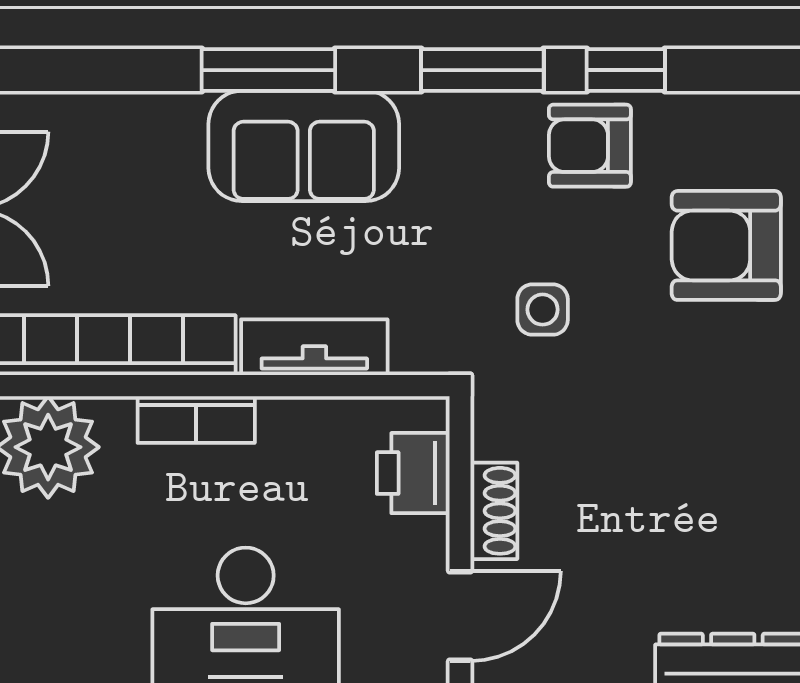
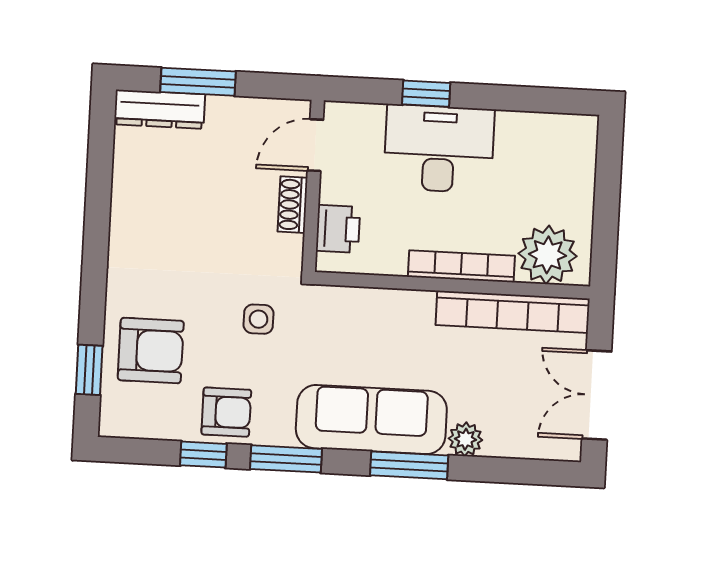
plant: (173, 120) -> (465, 439), added
sofa: (304, 146) -> (371, 420), width x1.36
tv unit: (314, 347) -> (391, 304), removed
bookcase: (196, 419) -> (461, 266), width x1.56

